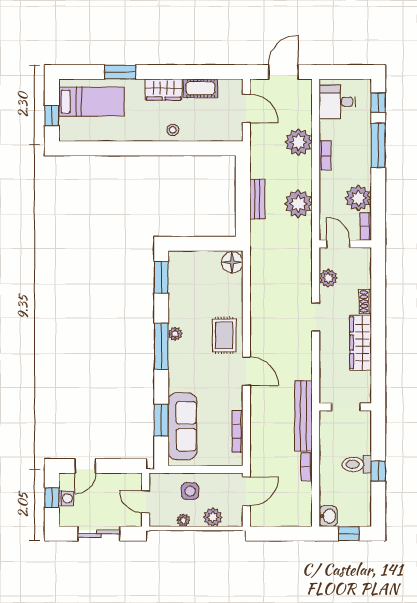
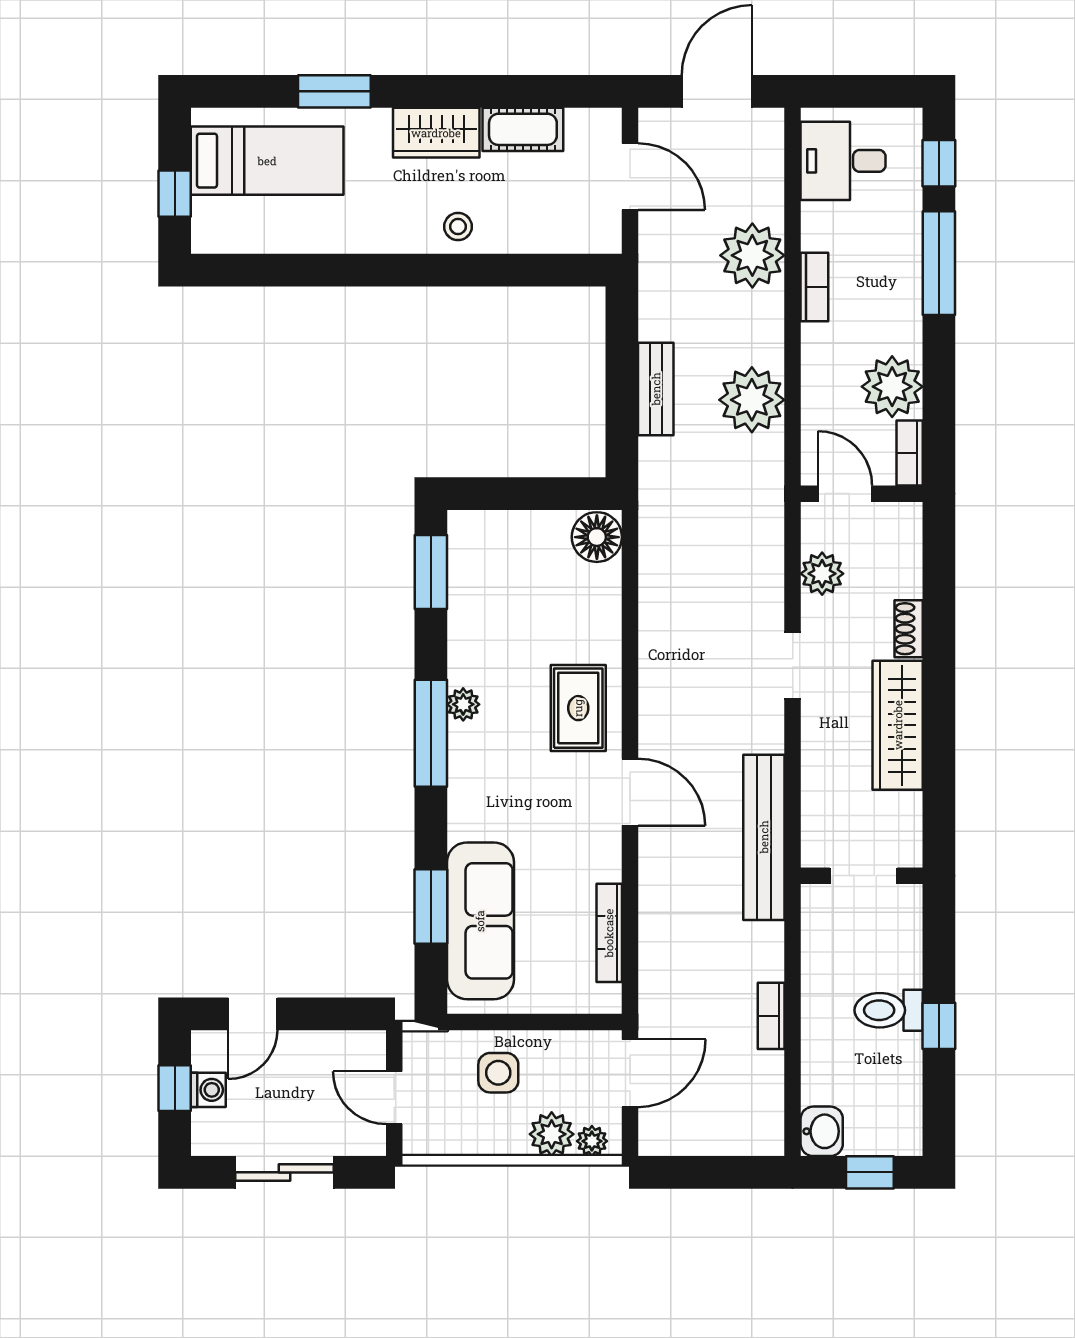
bench: (303, 416) -> (764, 837), moved
plant: (183, 520) -> (592, 1141), moved

